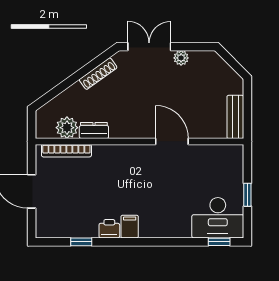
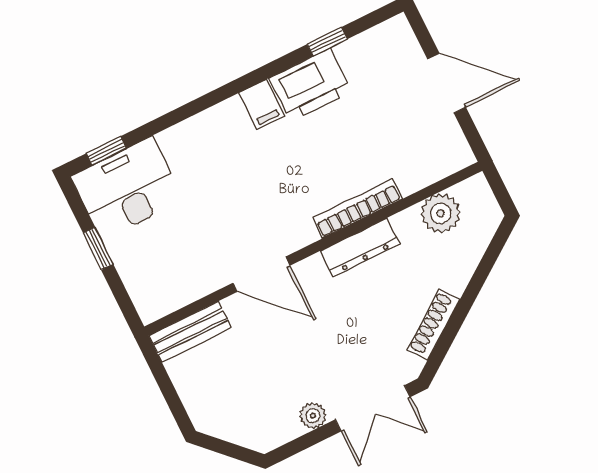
bench: (235, 117) -> (190, 332), moved, turned 90
dresser: (94, 130) -> (360, 247), moved, width x1.44
bookcase: (66, 151) -> (357, 208), moved
printer: (109, 229) -> (310, 85), width x1.87, depth x1.48

